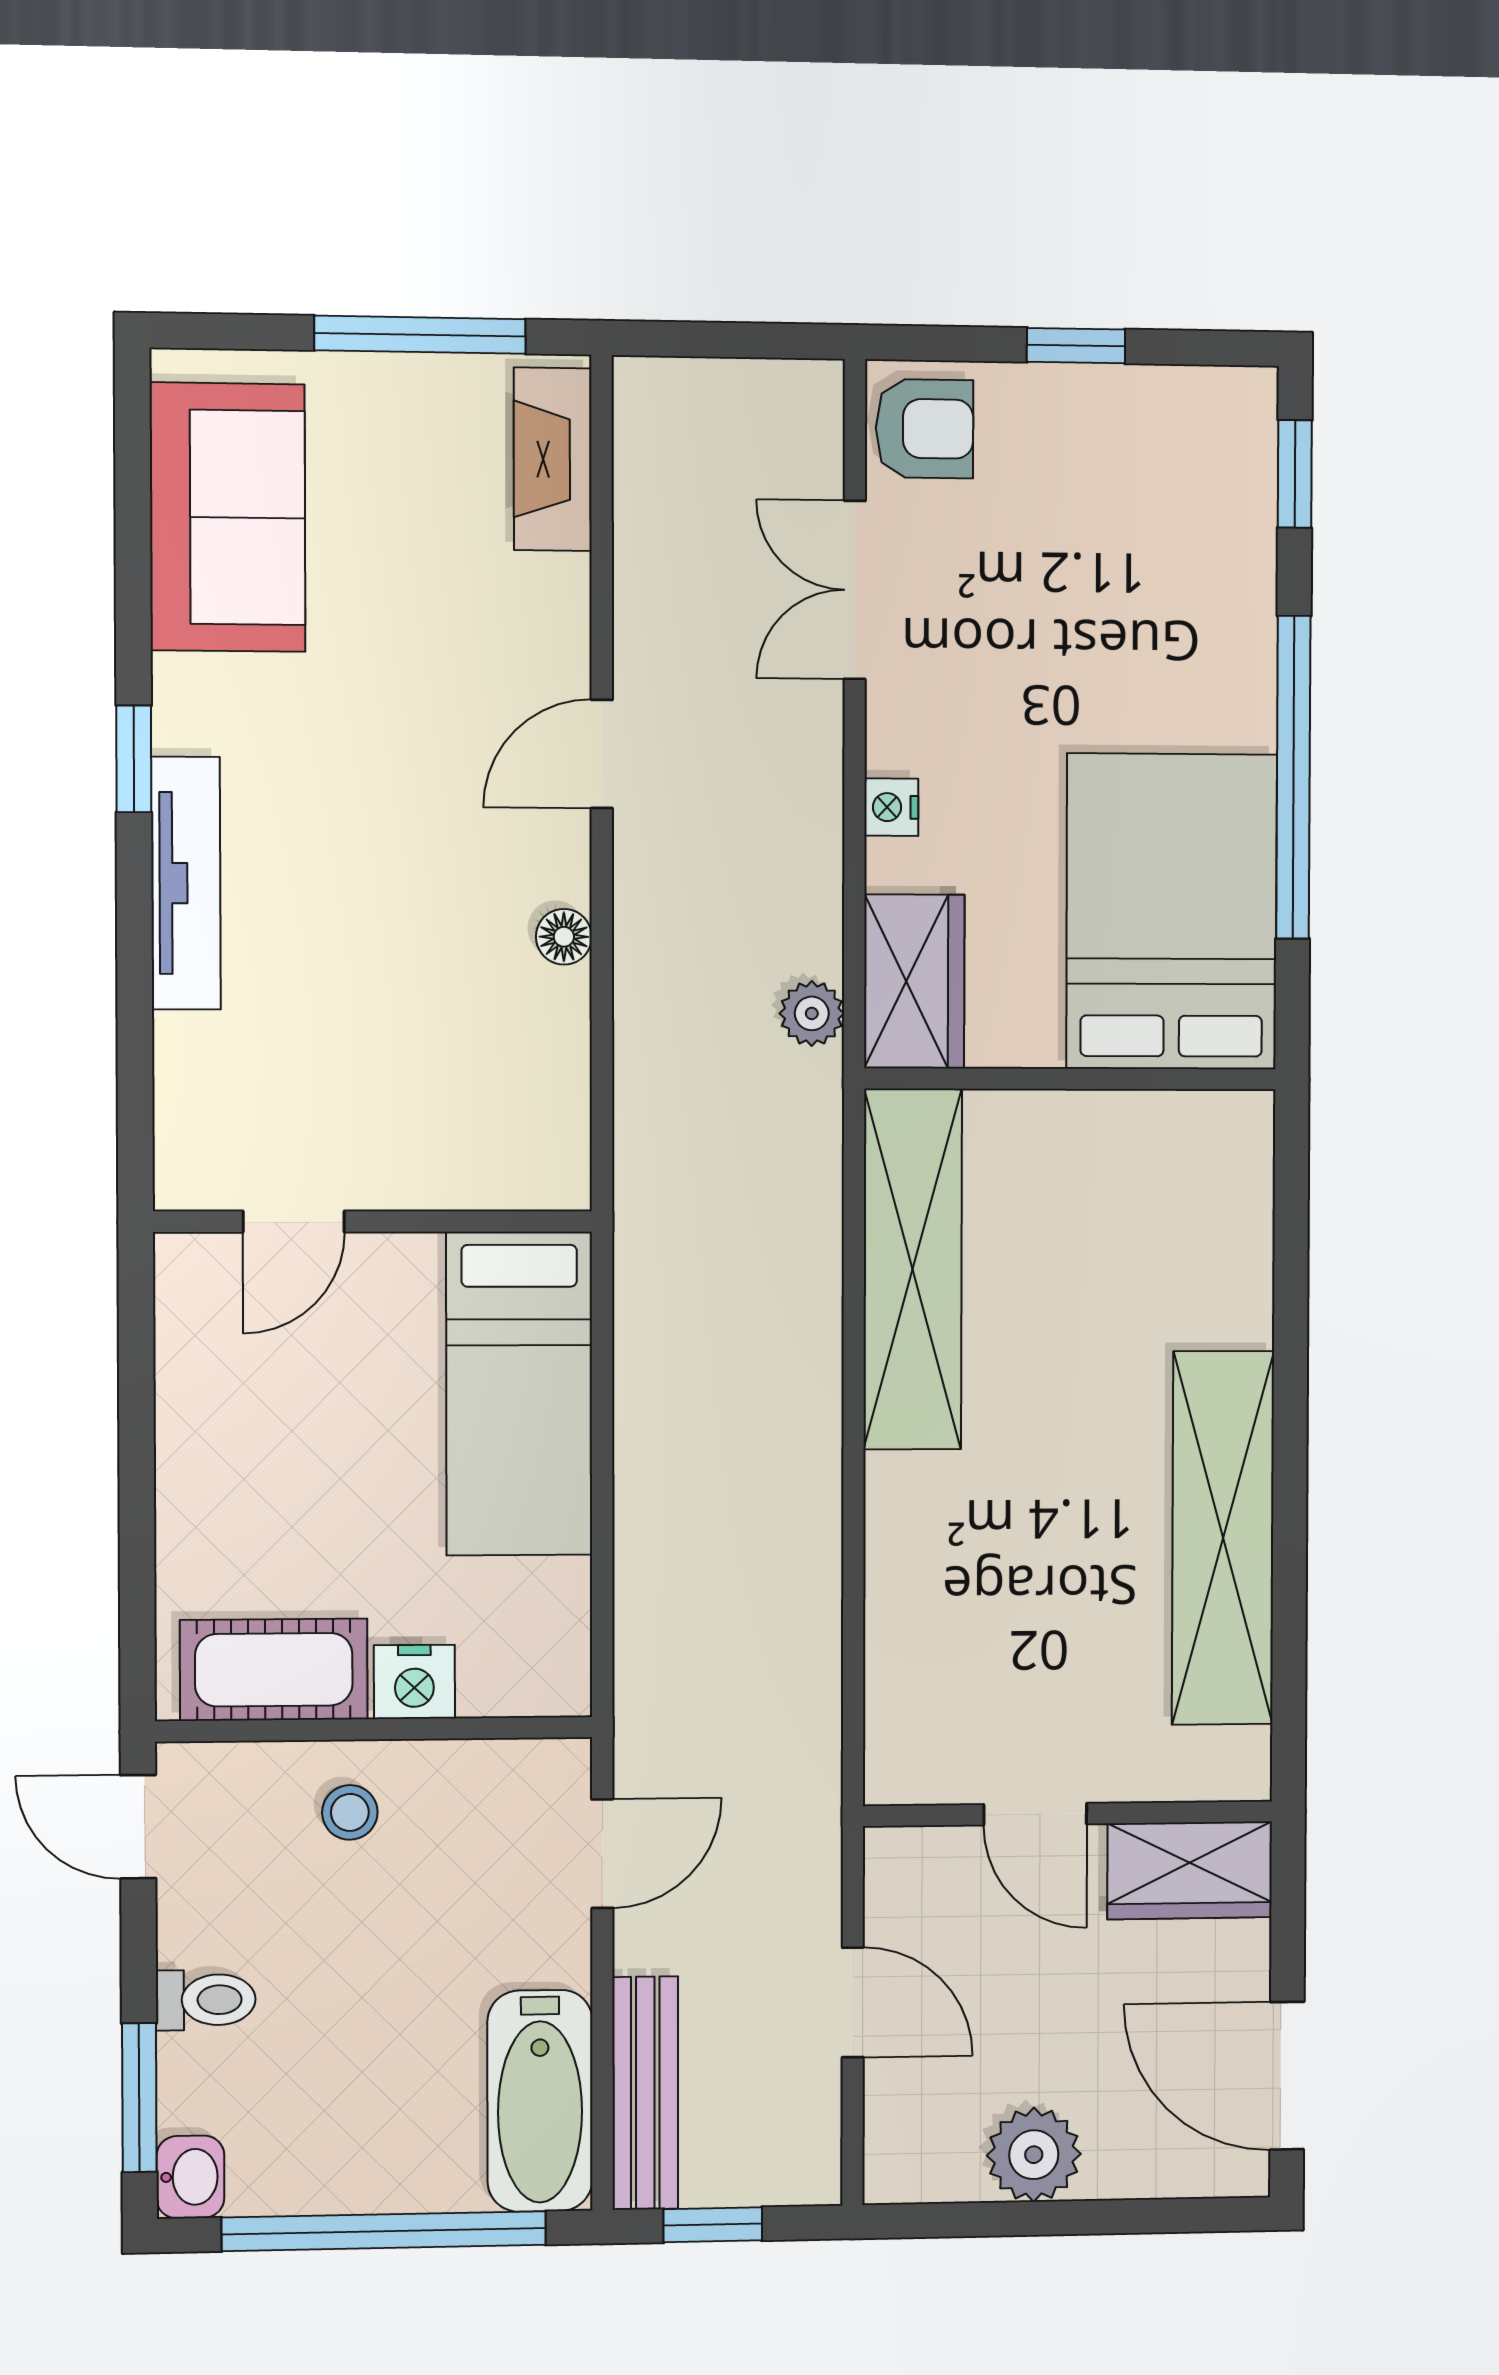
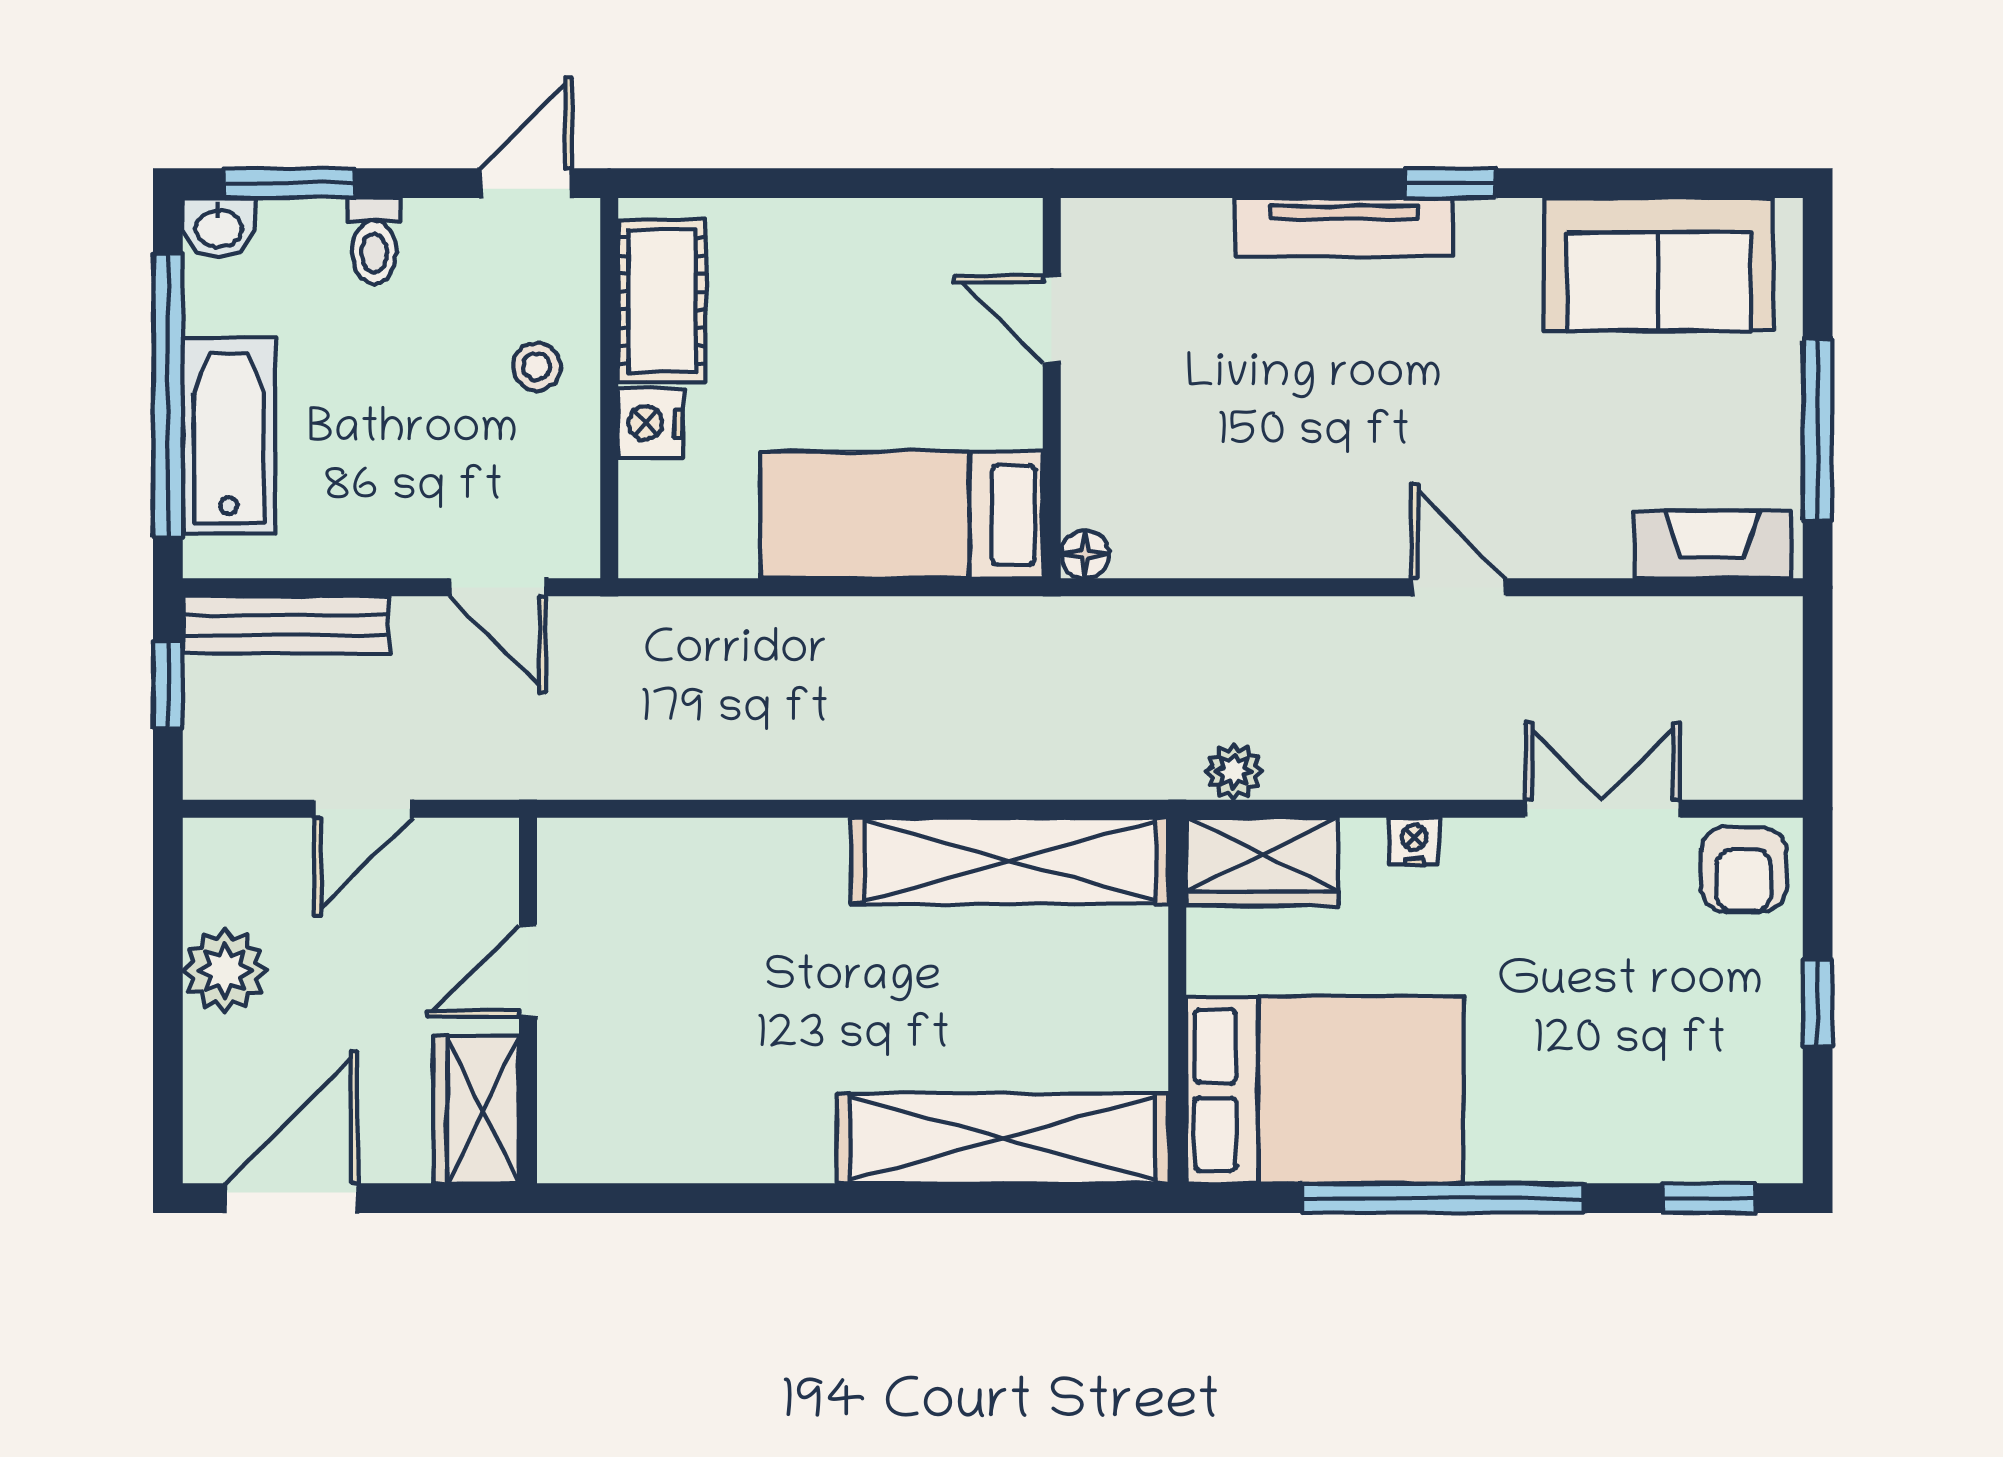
floor lamp: (564, 937) -> (1085, 554), moved
shelving: (1223, 1538) -> (1003, 1138), moved
bathtub: (540, 2101) -> (229, 435), moved, turned 90

